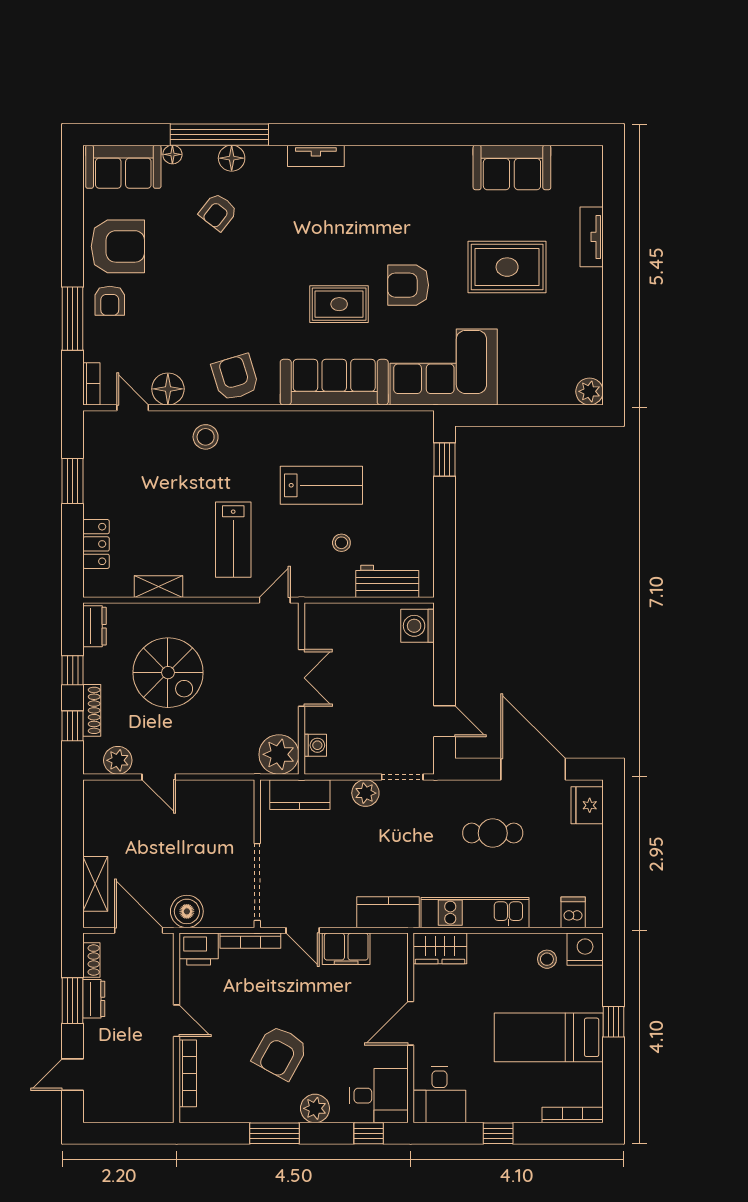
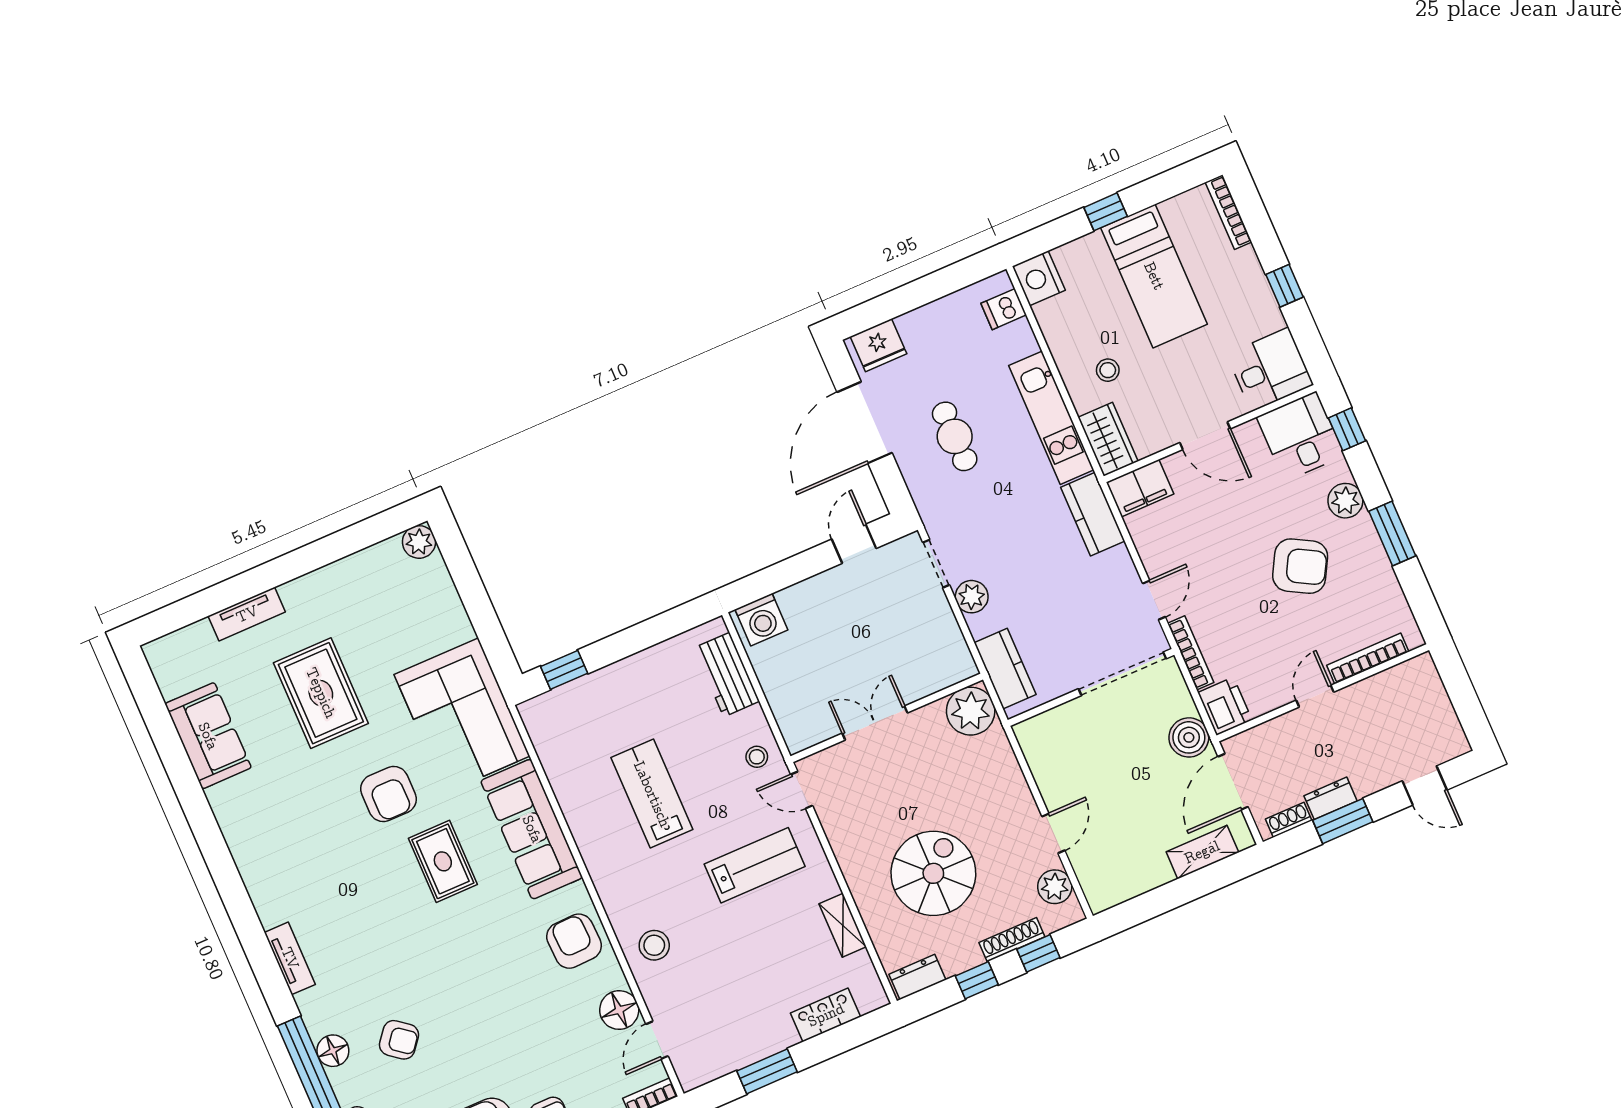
armchair: (235, 377) -> (574, 941), turned 105
stool: (341, 543) -> (757, 757), moved
washing machine: (315, 745) -> (943, 675), removed
filing cabinet: (346, 949) -> (1140, 488), moved, turned 90
stool: (547, 959) -> (1108, 370), moved

